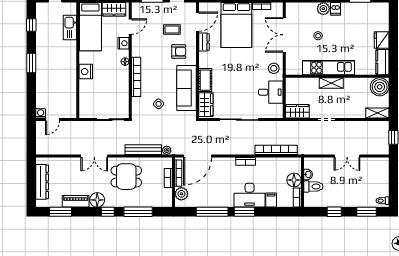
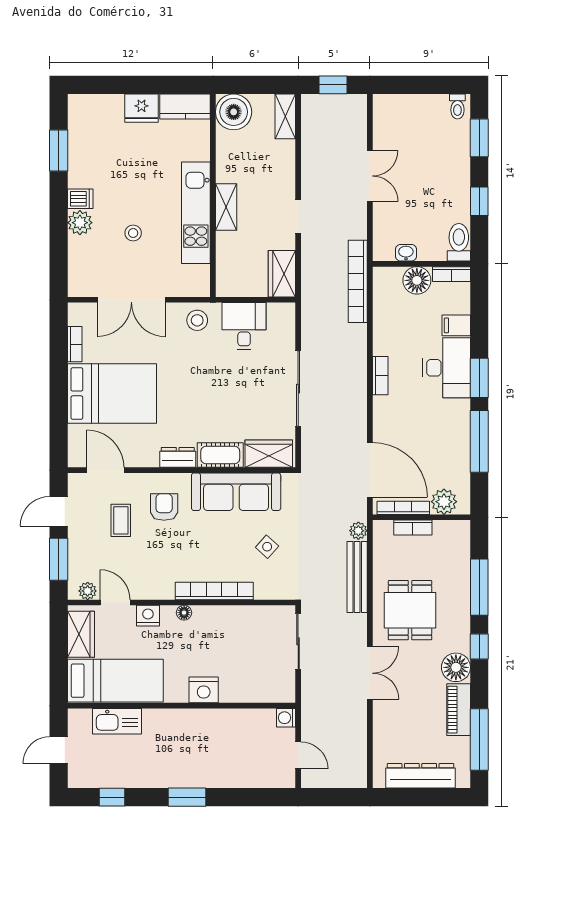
plant: (136, 13) -> (88, 591), added
dresser: (204, 42) -> (178, 457), moved
washing machine: (41, 113) -> (286, 718), moved
bookcase: (276, 150) -> (358, 281), moved
toilet: (313, 187) -> (459, 242), moved
window: (61, 212) -> (479, 739), width x1.44

